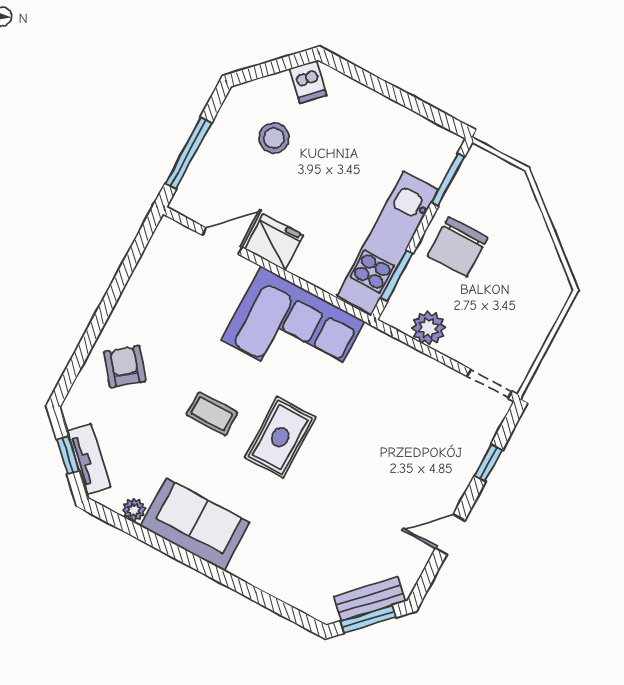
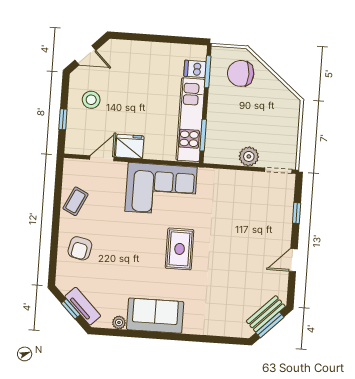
door: (268, 69) -> (85, 55), added
dishwasher: (308, 82) -> (195, 69), moved, turned 135
stool: (274, 138) -> (91, 100), moved
window: (189, 153) -> (63, 119), width x0.46
chair: (458, 247) -> (241, 73), moved, turned 90
plant: (429, 328) -> (249, 156), moved
armchair: (125, 367) -> (80, 248), turned -130
coffee table: (212, 414) -> (75, 201), moved, turned -64

